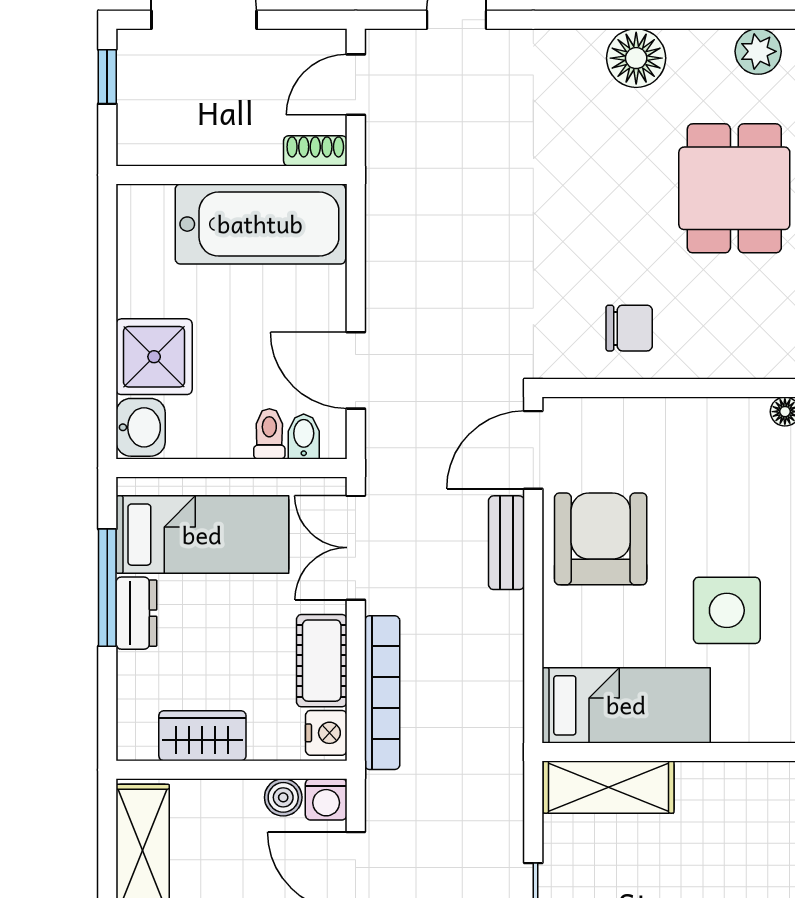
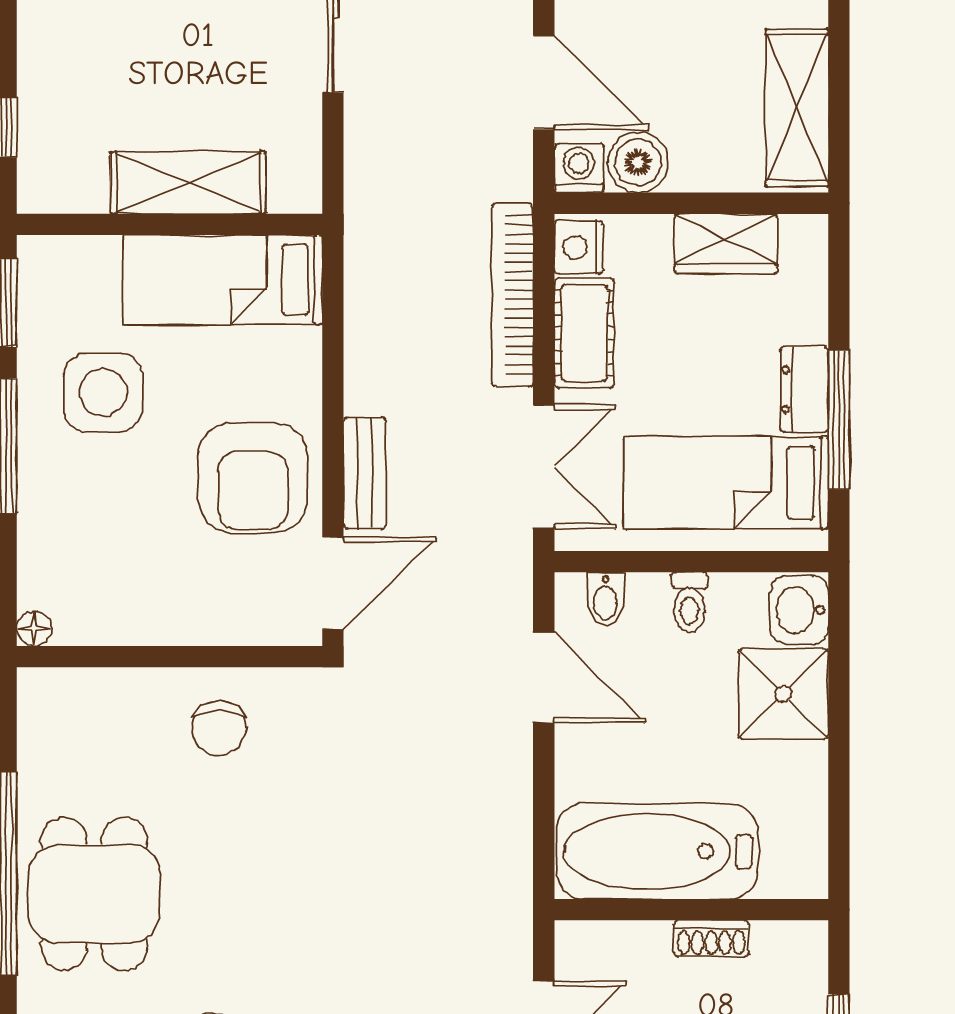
shoe rack: (315, 151) -> (711, 938), moved
chair: (629, 328) -> (219, 728), turned -90
toilet: (269, 434) -> (689, 602), moved
shelving: (609, 787) -> (188, 183), moved
boiler: (283, 797) -> (638, 162), width x1.36, depth x1.36

